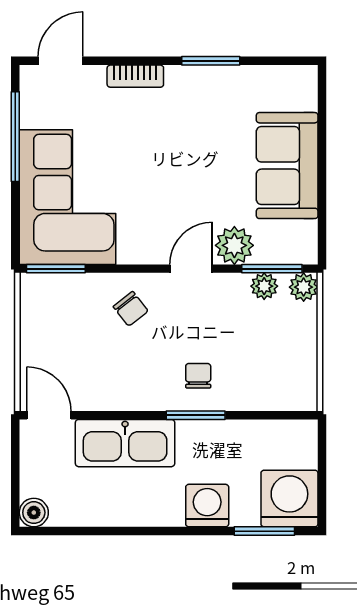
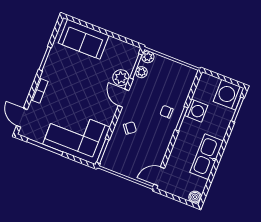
sofa: (287, 166) -> (84, 39), moved
kitchen sink: (125, 443) -> (207, 157), moved, turned 180
washing machine: (207, 506) -> (196, 111), moved, turned 180

